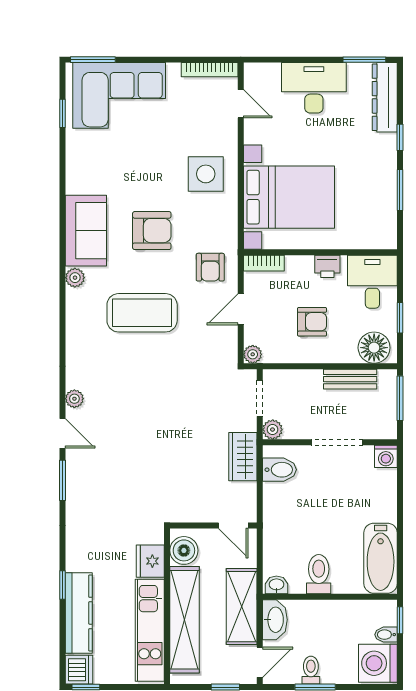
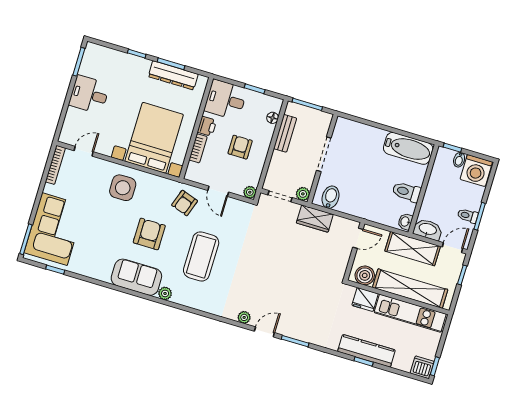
desk: (314, 88) -> (89, 95), width x0.73
dresser: (385, 97) -> (173, 75), moved
bookcase: (264, 263) -> (198, 148), moved
armchair: (210, 267) -> (185, 203), turned 109
floor lamp: (374, 348) -> (273, 118), width x0.53, depth x0.53
washing machine: (386, 456) -> (343, 125), removed
kitchen counter: (79, 613) -> (366, 351), moved
door: (260, 662) -> (453, 248), hinge flipped

